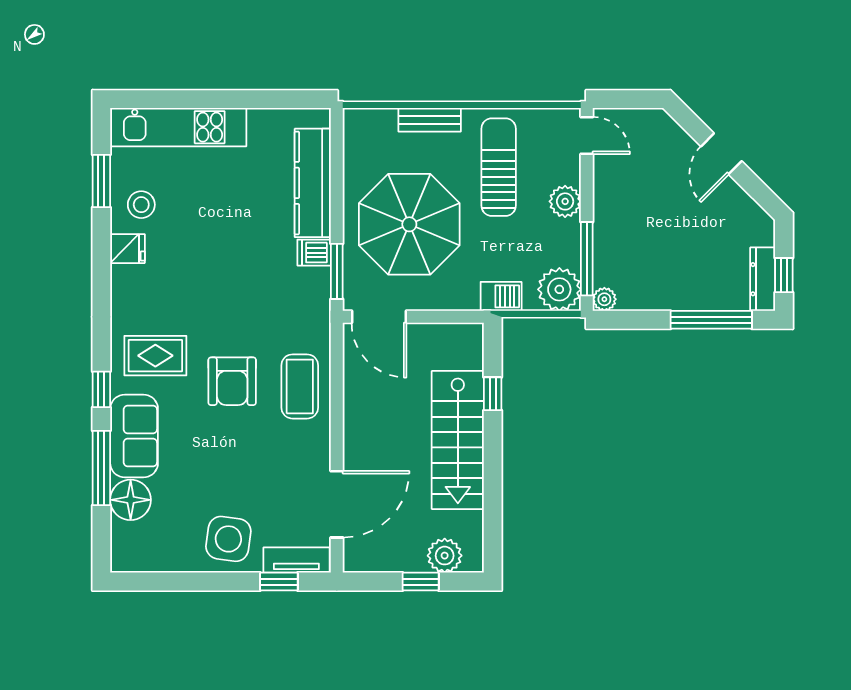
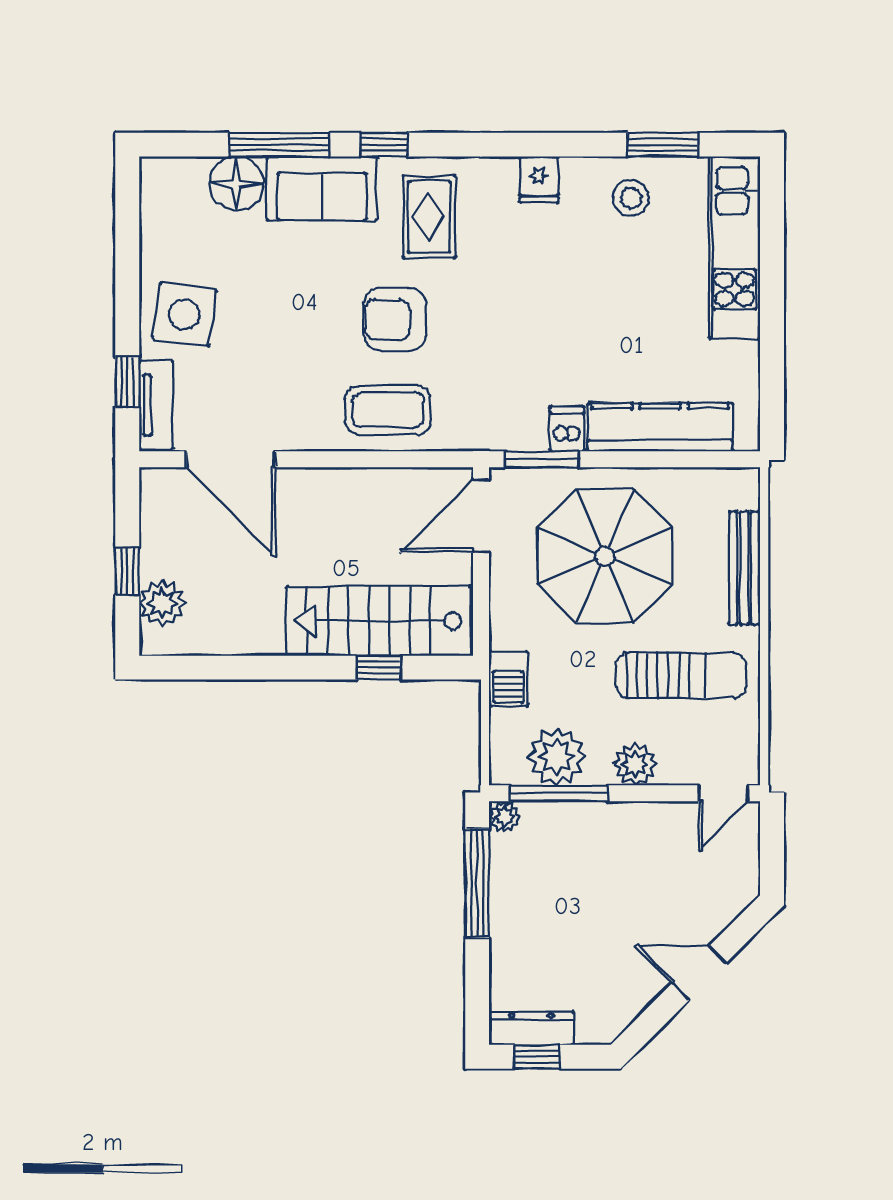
bench: (430, 120) -> (744, 568), width x1.36
fridge: (128, 249) -> (539, 180), moved
plant: (559, 289) -> (557, 757), moved
window: (711, 320) -> (477, 883), moved
stairs: (458, 440) -> (379, 621), moved

